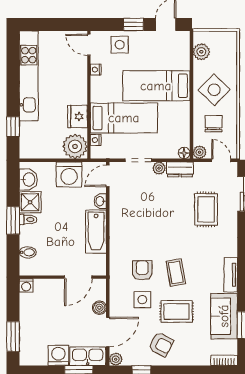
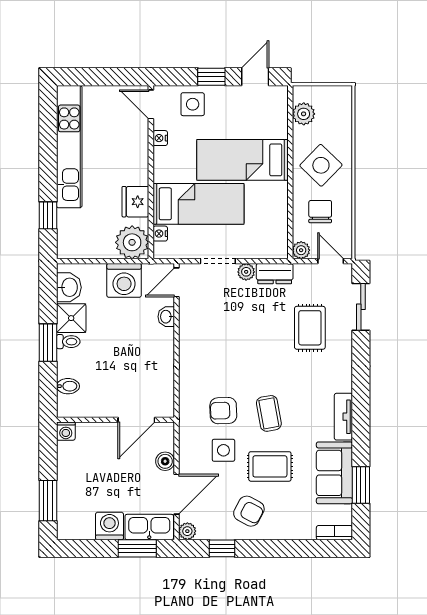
floor lamp: (184, 153) -> (280, 251), removed
bathtub: (96, 232) -> (161, 358), removed
armchair: (142, 270) -> (223, 411), turned -92

